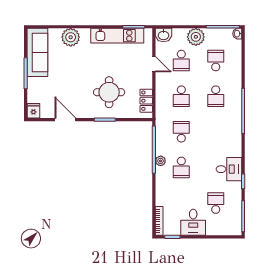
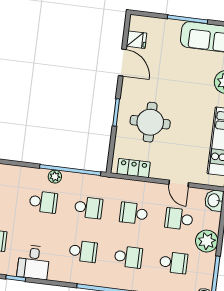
door: (154, 64) -> (179, 184), hinge flipped
school desk: (216, 96) -> (128, 257), turned 180
fridge: (33, 111) -> (137, 40), moved
door: (65, 120) -> (122, 62), hinge flipped
school desk: (216, 132) -> (83, 251), added
school desk: (181, 167) -> (43, 202), turned 180

